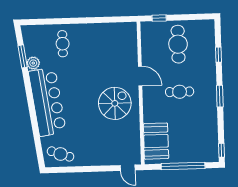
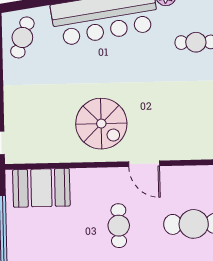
door: (140, 76) -> (144, 164), hinge flipped

